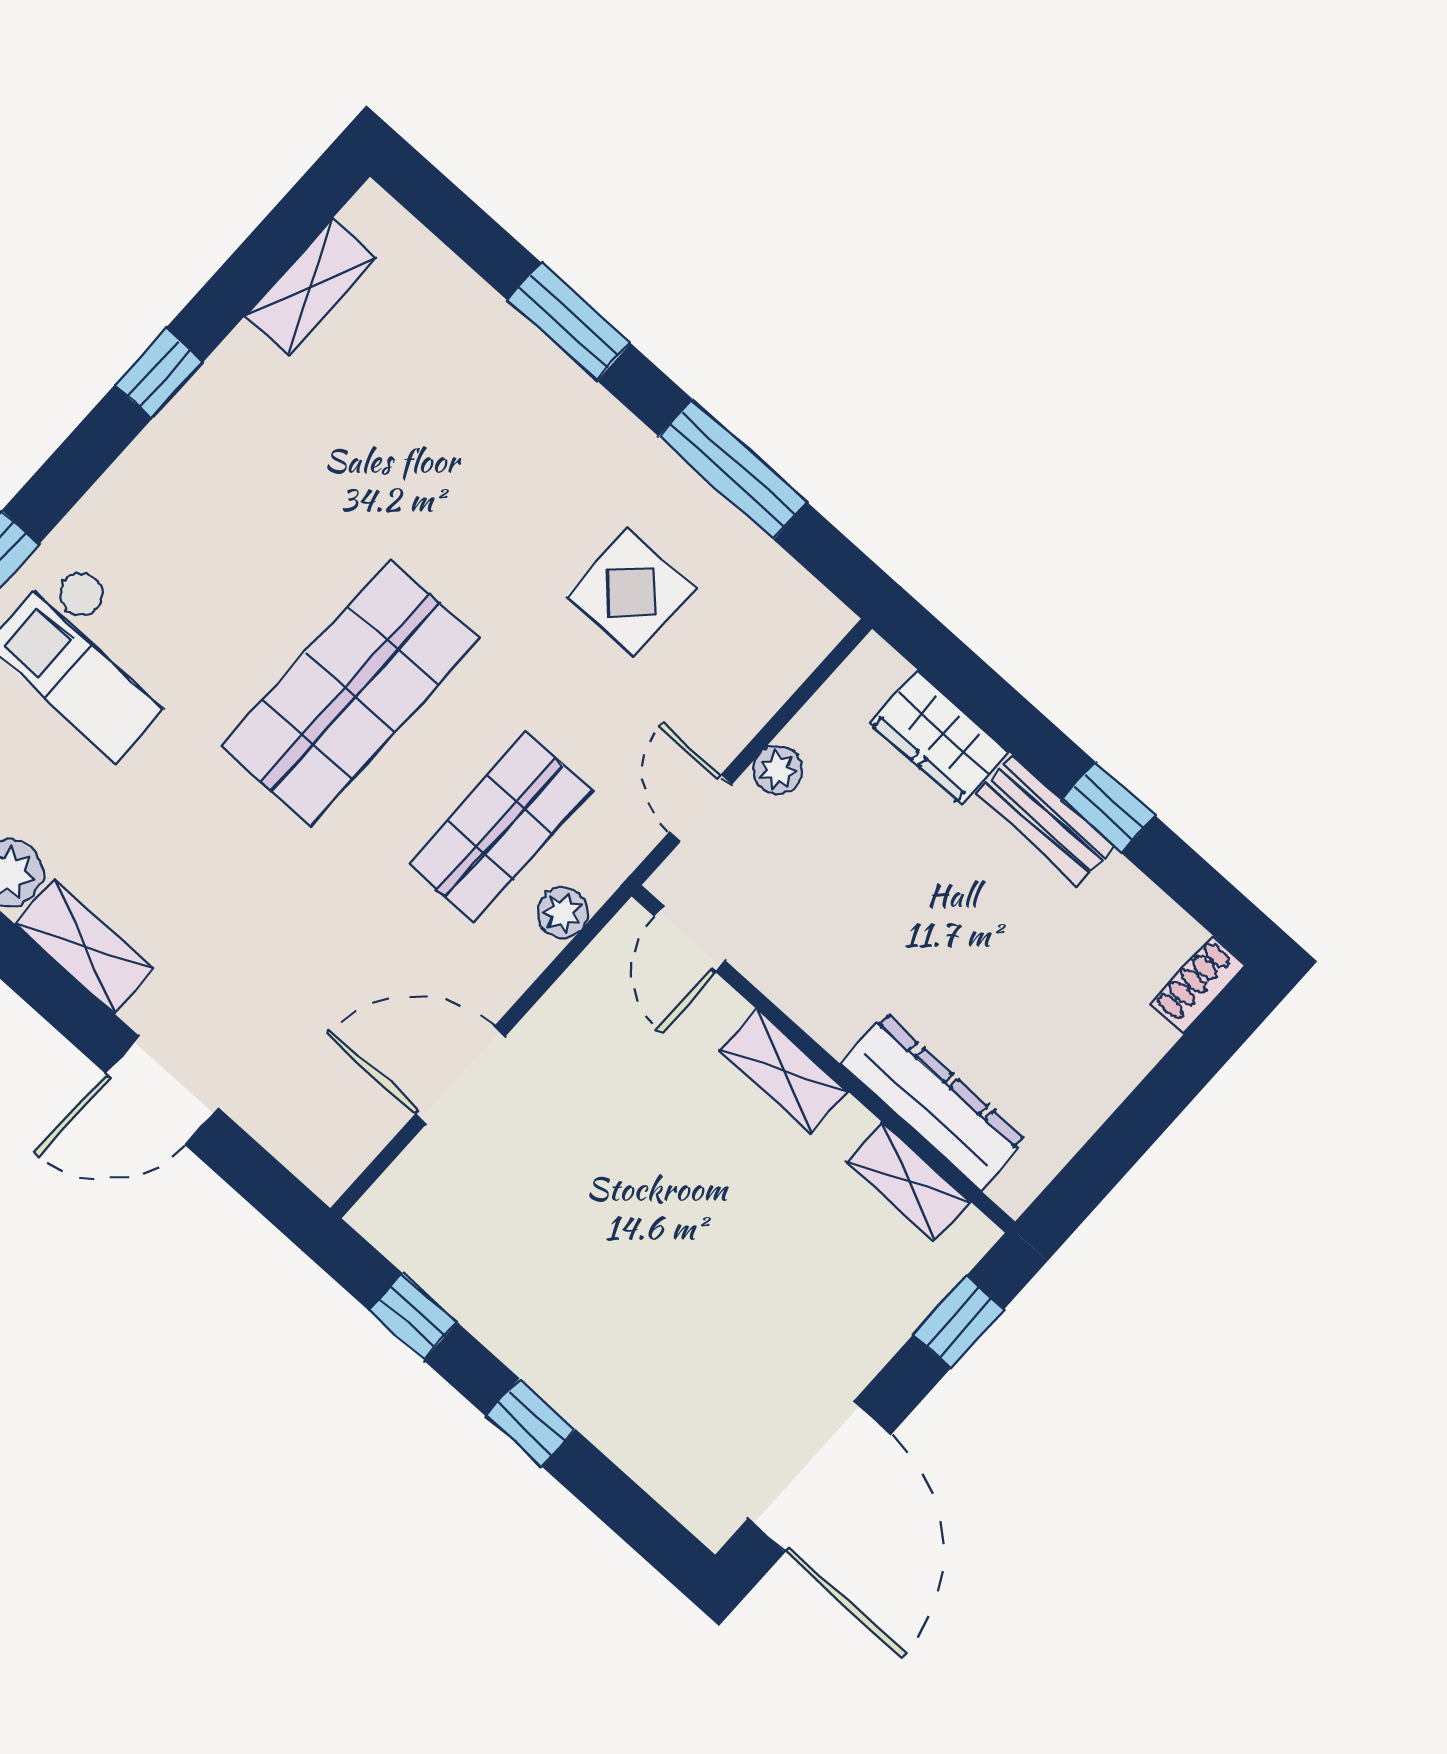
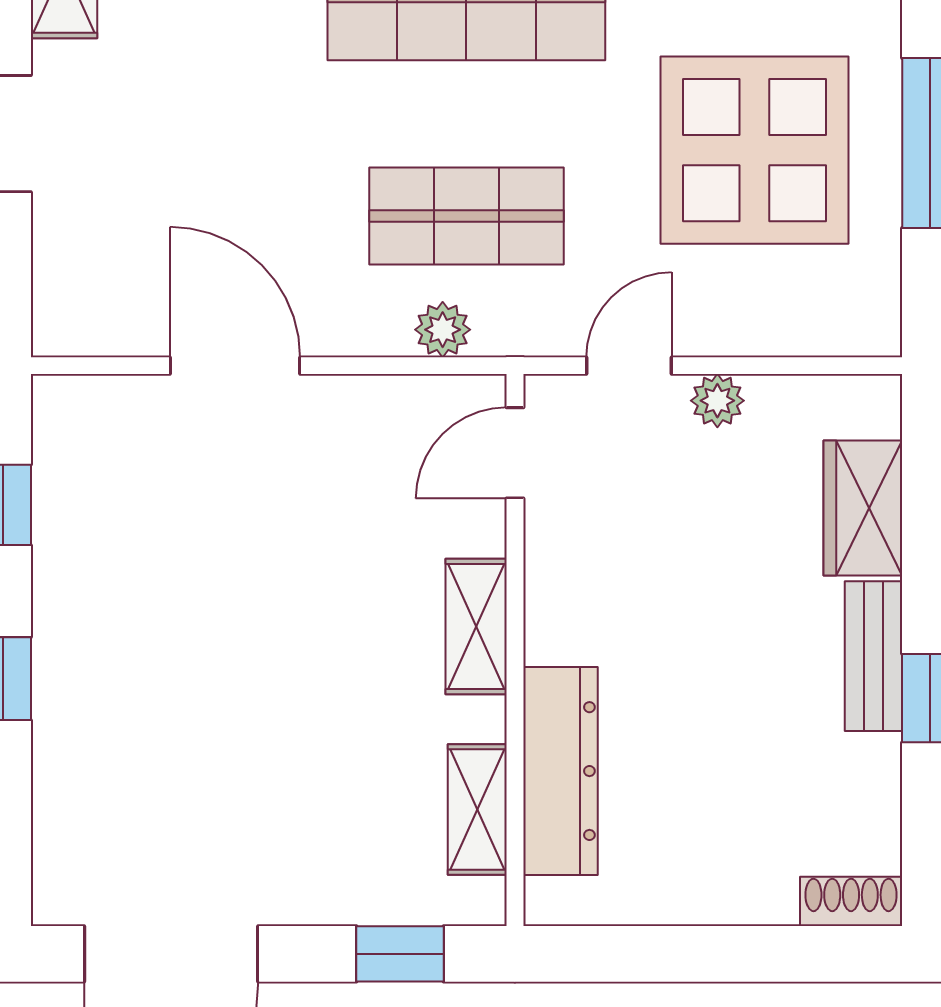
display table: (631, 592) -> (754, 150), width x1.86, depth x1.86

